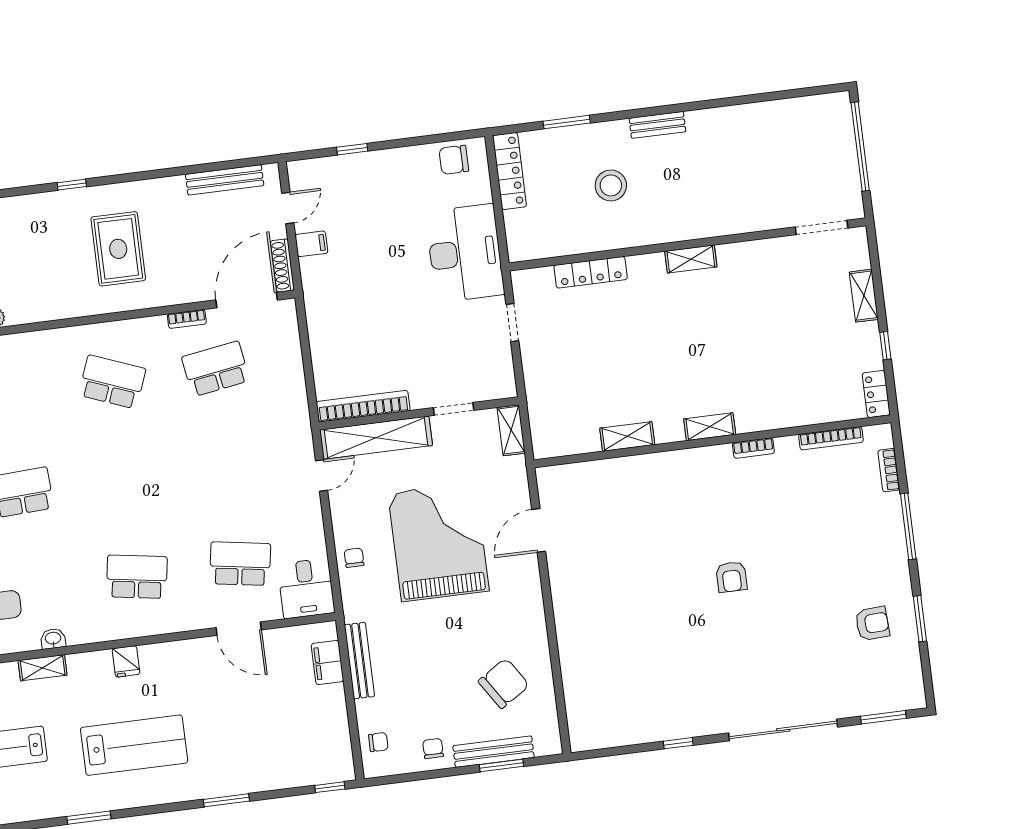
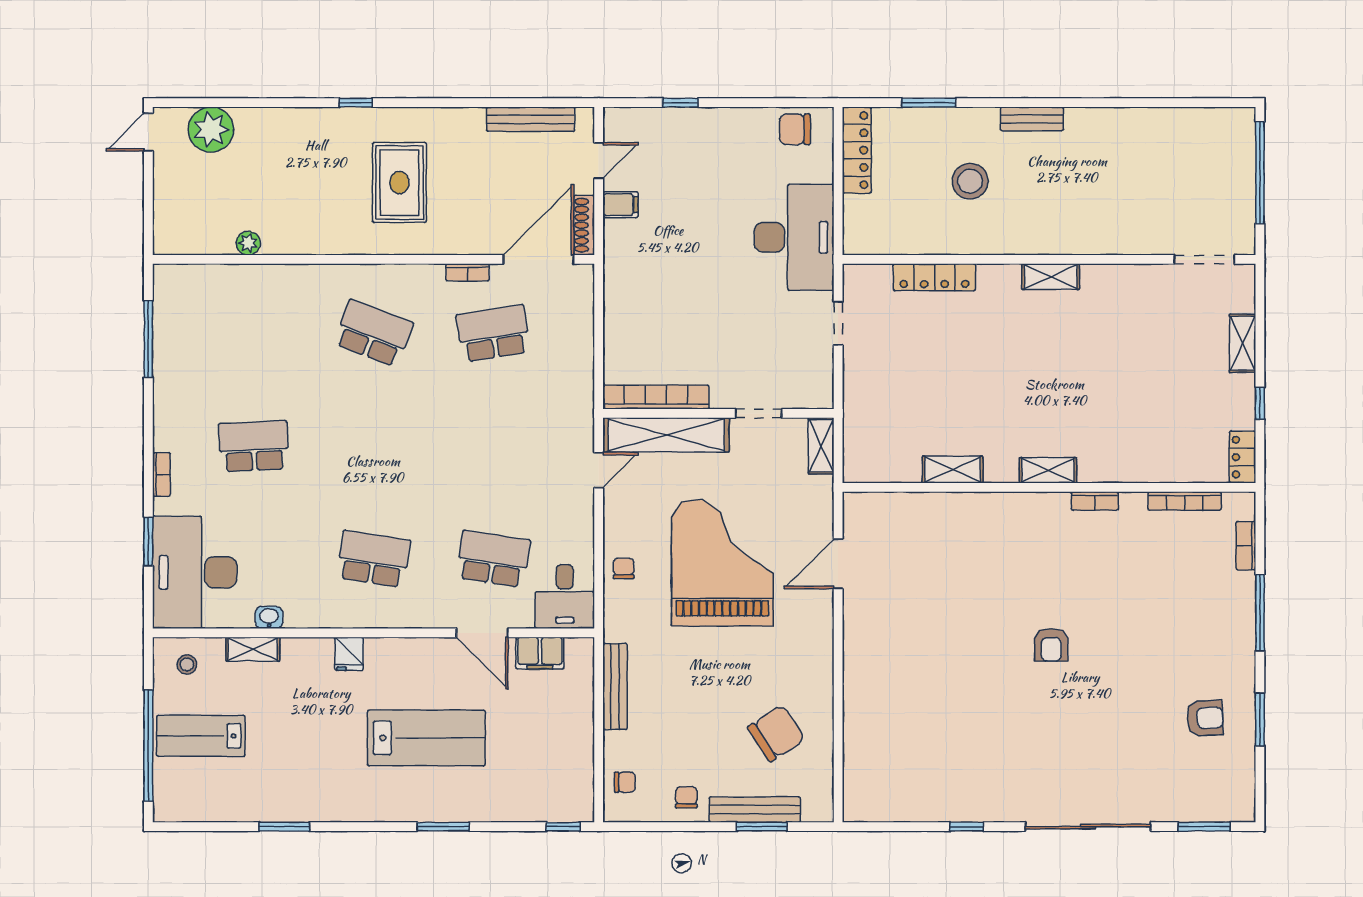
filing cabinet: (327, 663) -> (540, 653), moved, turned -90
lab bench: (134, 745) -> (426, 738), moved

